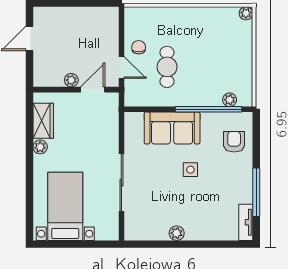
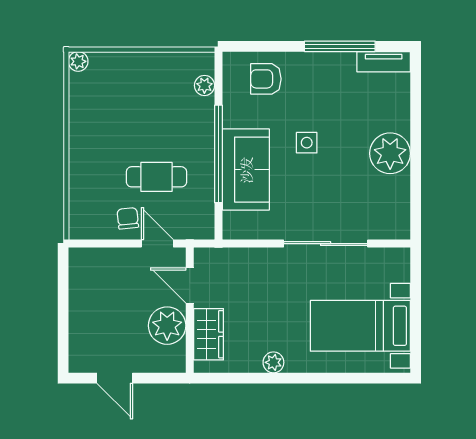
chair: (139, 47) -> (128, 218), turned 84
door: (121, 68) -> (157, 244), hinge flipped
plant: (71, 80) -> (167, 326), width x1.88, depth x1.88
window: (209, 109) -> (218, 154), moved
wardrobe: (43, 121) -> (209, 334), moved, turned 90
plant: (177, 233) -> (390, 153), width x1.87, depth x1.87

